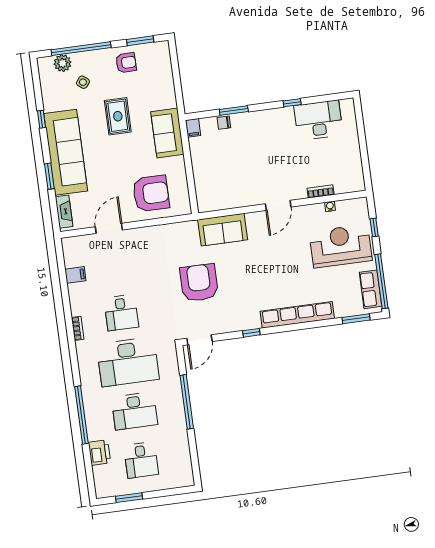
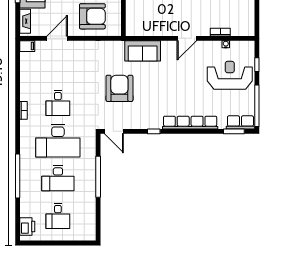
filing cabinet: (75, 275) -> (27, 46), moved
row of seats: (370, 289) -> (240, 122), moved, turned 90
door: (199, 340) -> (114, 131), hinge flipped
printer: (100, 453) -> (27, 227), moved
window: (129, 498) -> (45, 243), removed

